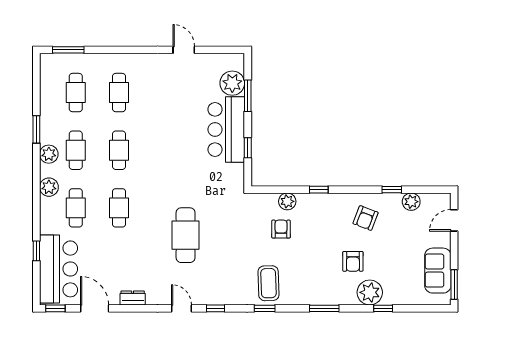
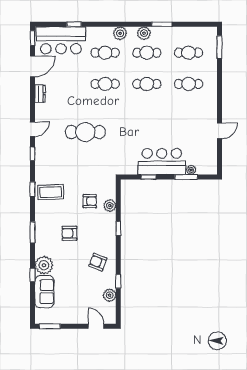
plant: (232, 83) -> (191, 170), width x0.53, depth x0.53
armchair: (353, 261) -> (69, 233), moved
sofa: (438, 271) -> (44, 292), moved, turned 90

